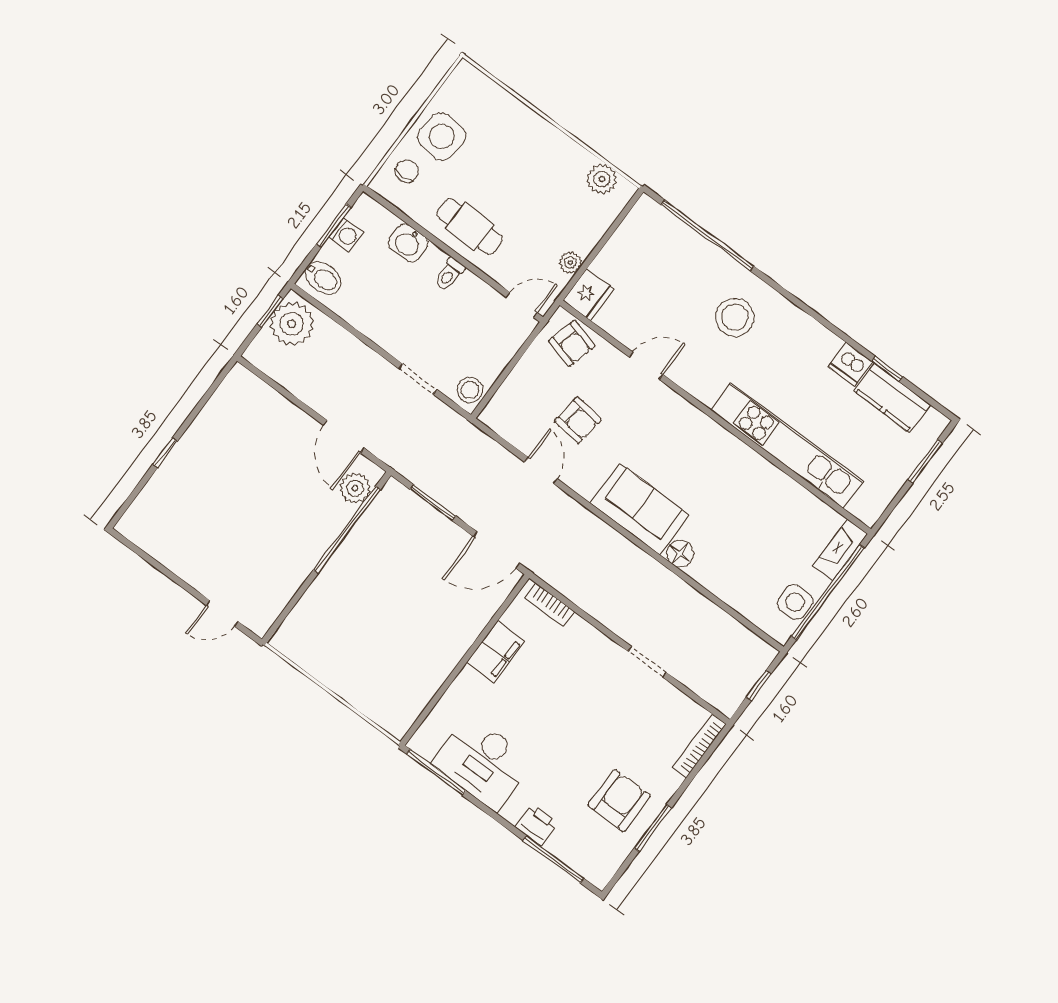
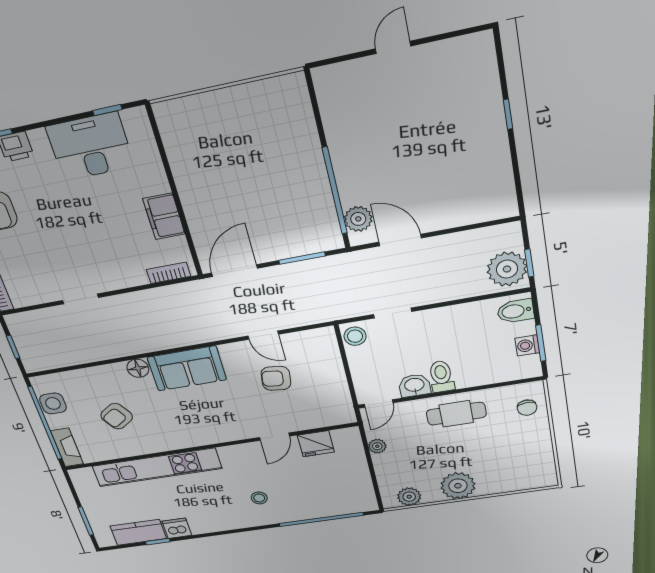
side table: (442, 136) -> (526, 441), removed
plant: (547, 147) -> (458, 486), added
washbasin: (408, 243) -> (414, 385), moved
toilet: (449, 274) -> (441, 376), width x1.37, depth x1.39
fridge: (589, 295) -> (316, 444), moved, turned -90
stool: (735, 317) -> (259, 498), width x0.53, depth x0.53
armchair: (572, 343) -> (117, 416), moved, turned -48
door: (222, 613) -> (393, 47), moved
window: (436, 772) -> (107, 110), width x0.46

